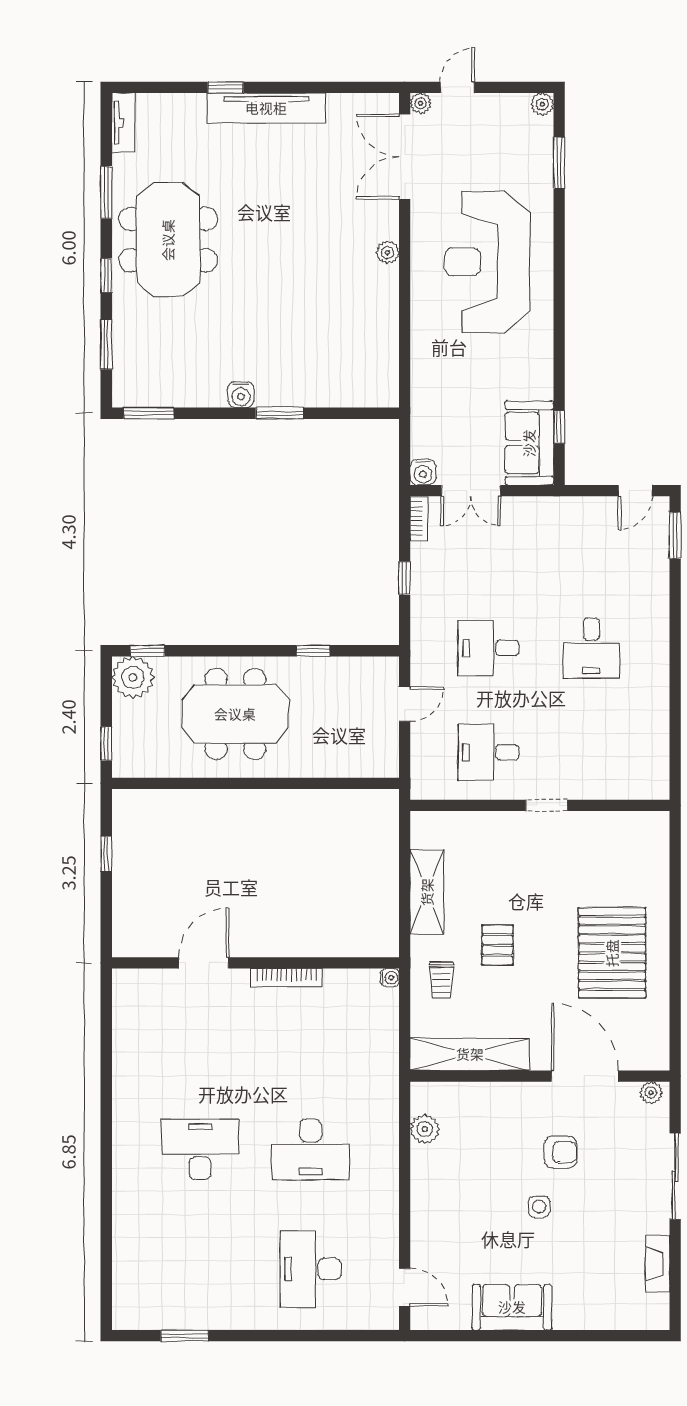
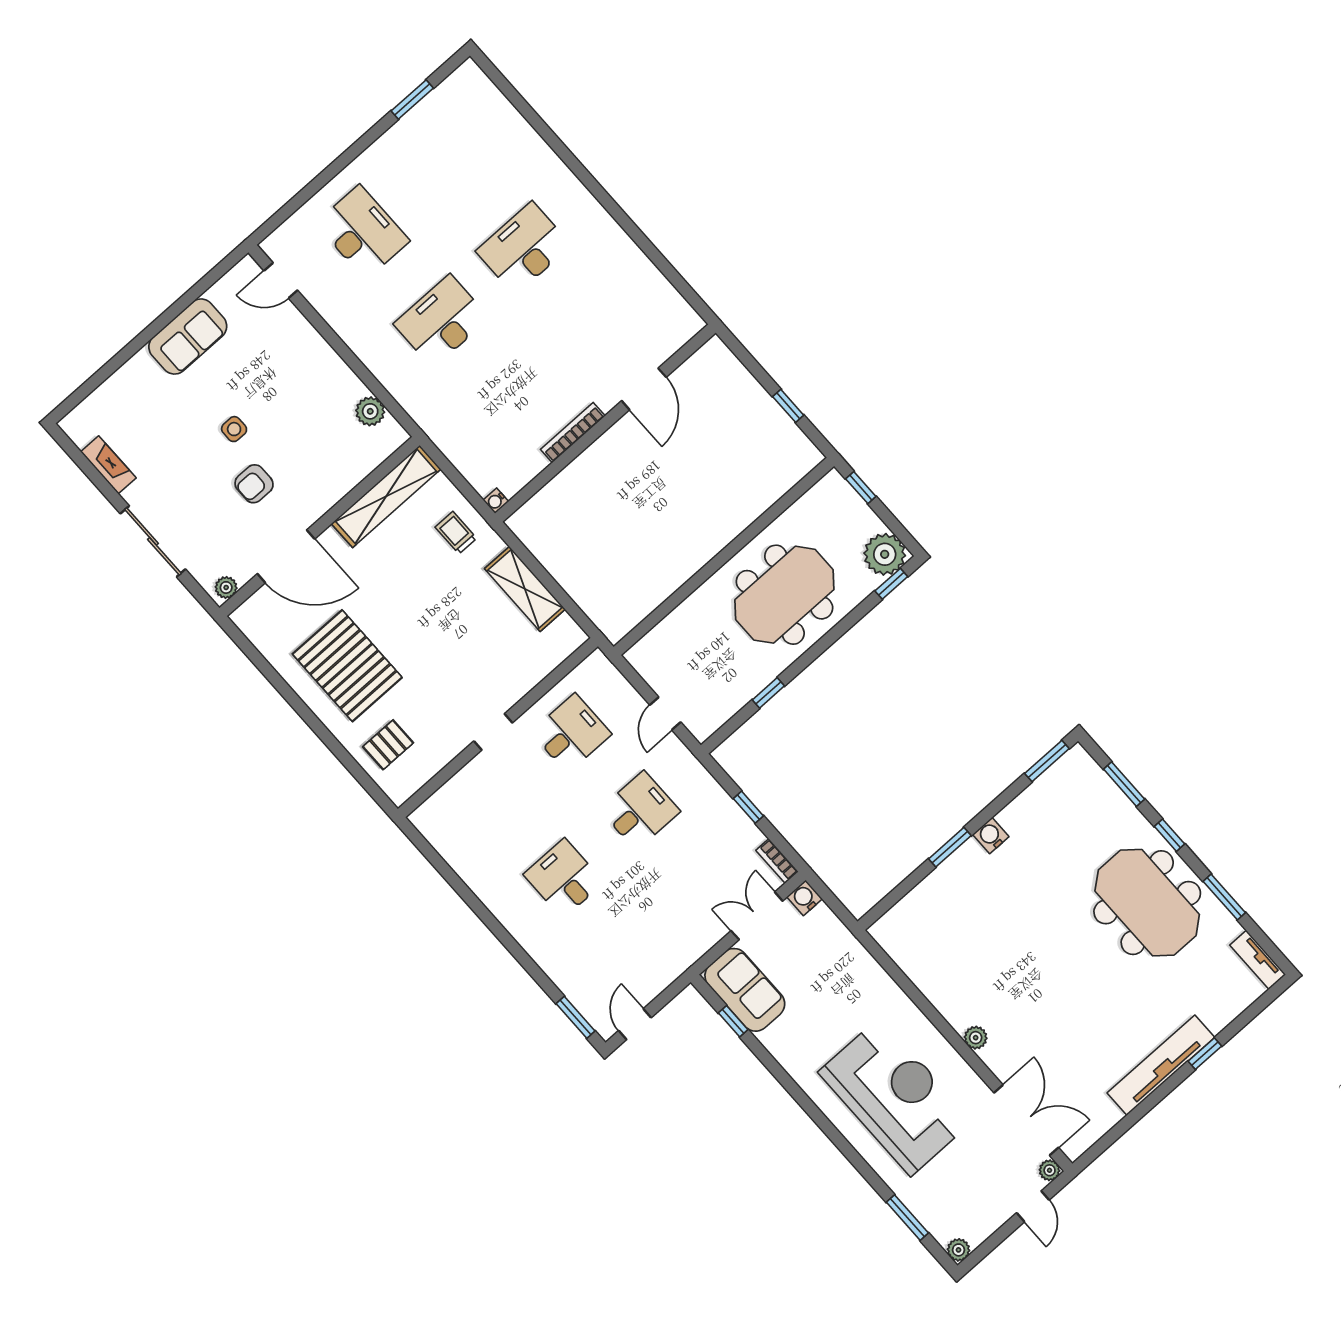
pallet: (498, 945) -> (388, 745), moved, turned 90
desk: (200, 1149) -> (524, 248), turned 180

